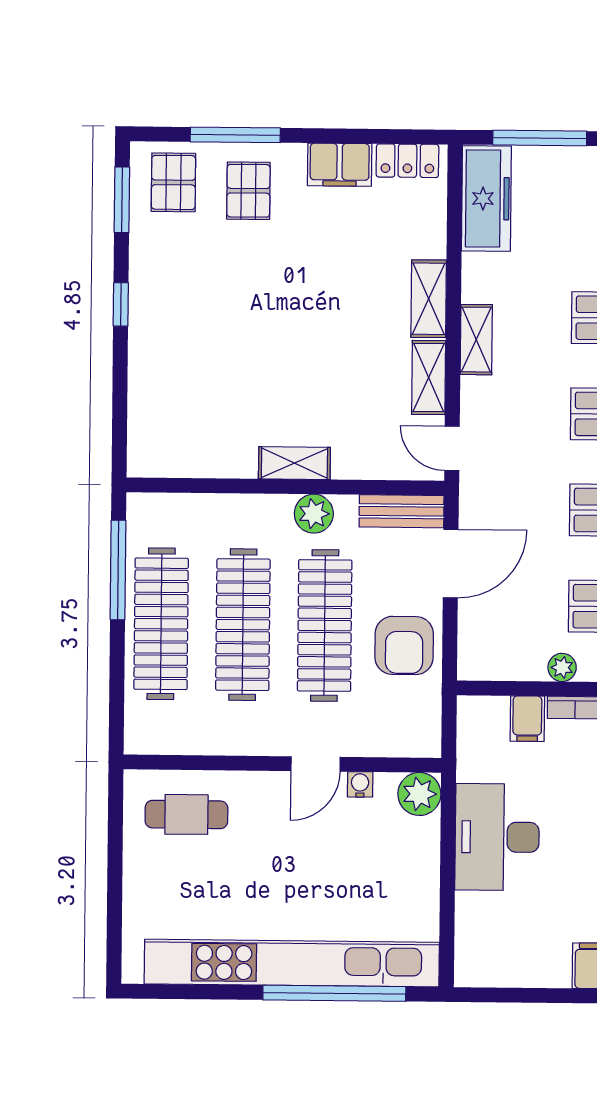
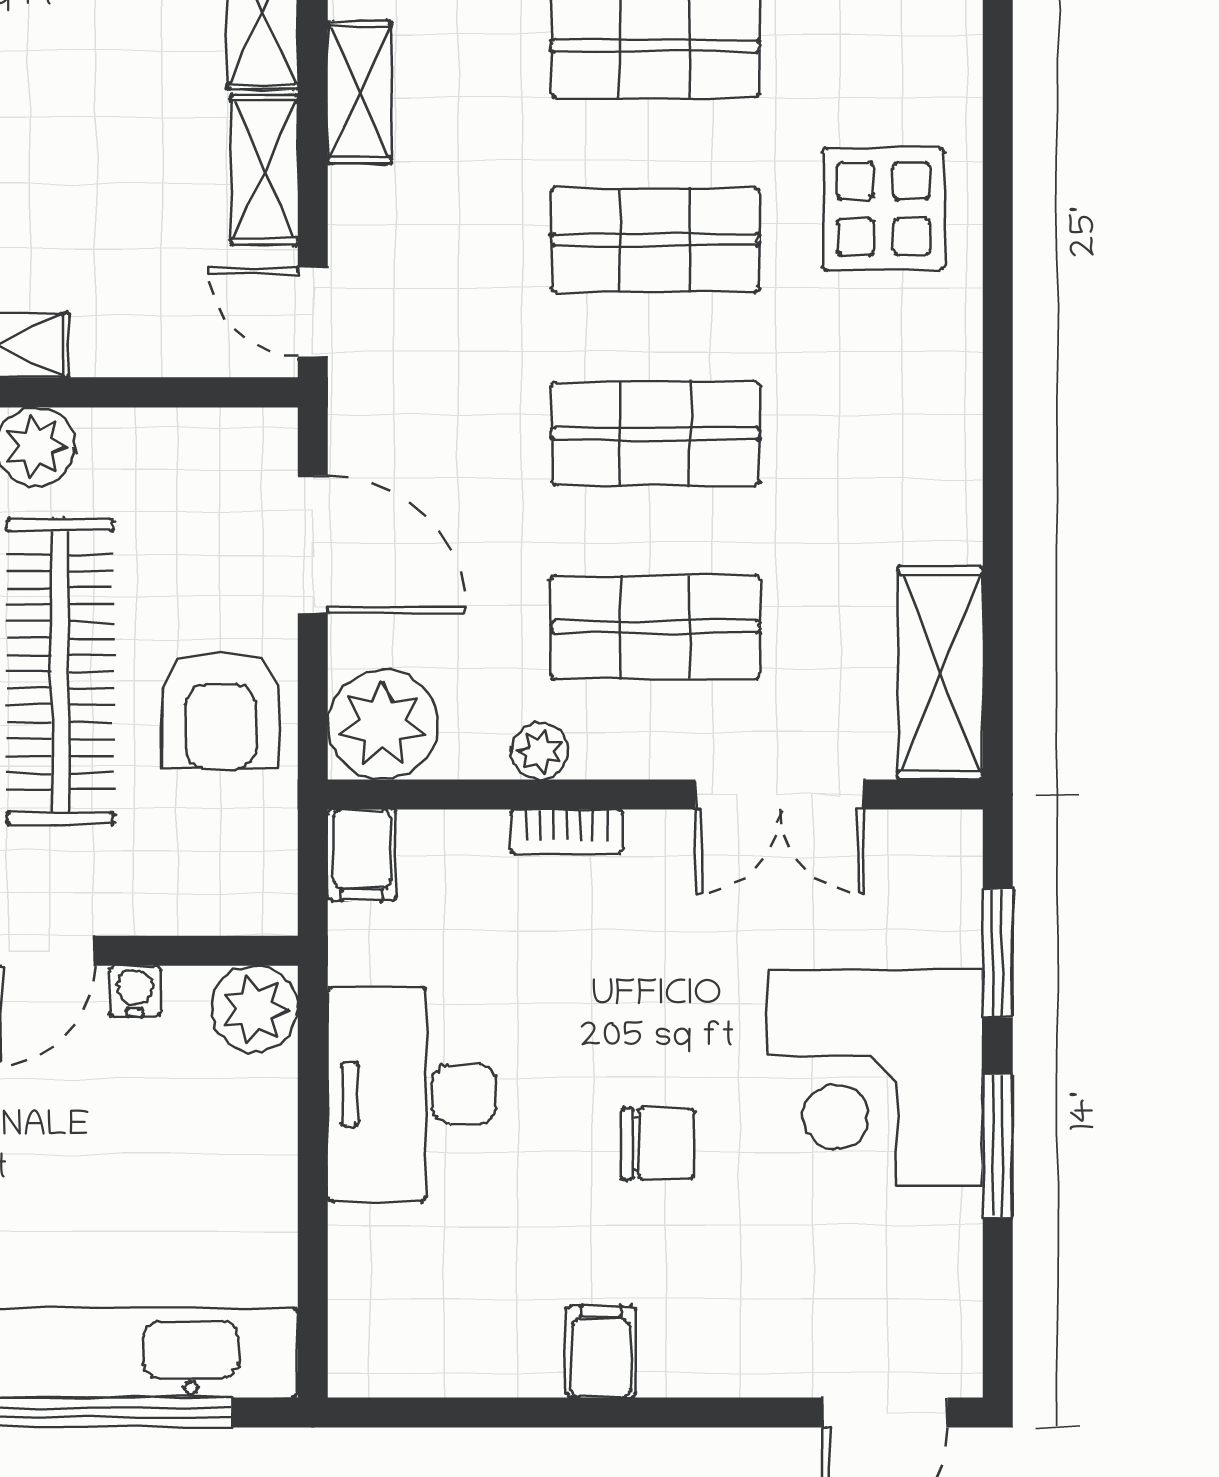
bench: (402, 511) -> (213, 440), removed
door: (451, 564) -> (313, 544), hinge flipped
plant: (484, 653) -> (383, 724), added
filing cabinet: (527, 719) -> (362, 855), moved

